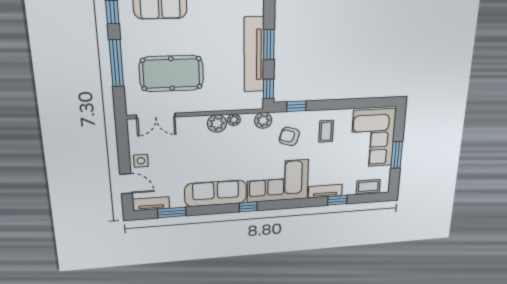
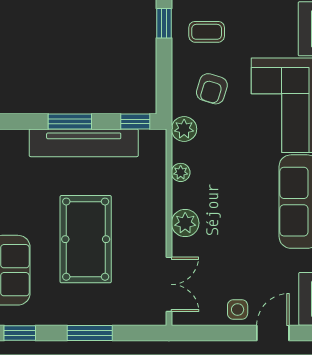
window: (116, 63) -> (90, 333), width x0.69
pool table: (171, 74) -> (86, 239), moved
window: (296, 106) -> (164, 23), moved
plant: (217, 123) -> (185, 223), moved

